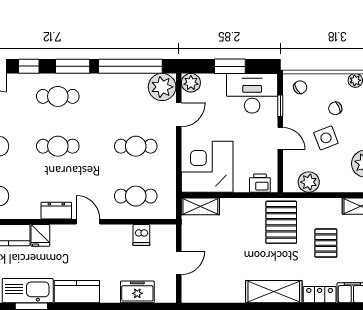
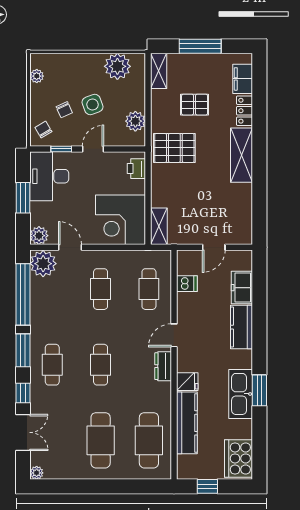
chair: (335, 108) -> (64, 110), moved
door: (179, 263) -> (214, 247), swing flipped
kitchen counter: (77, 292) -> (242, 327), moved

